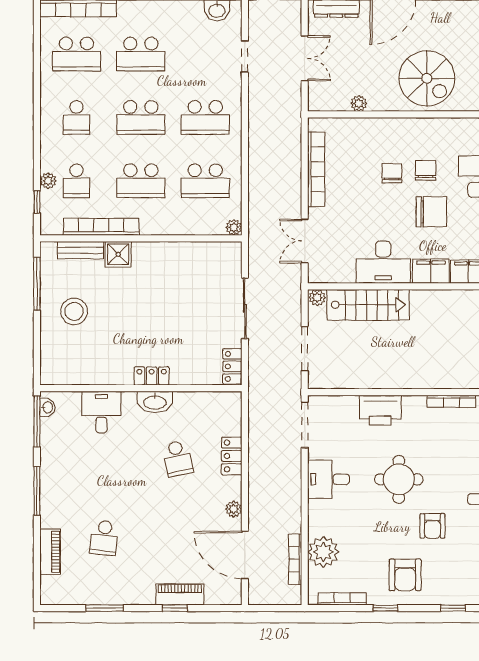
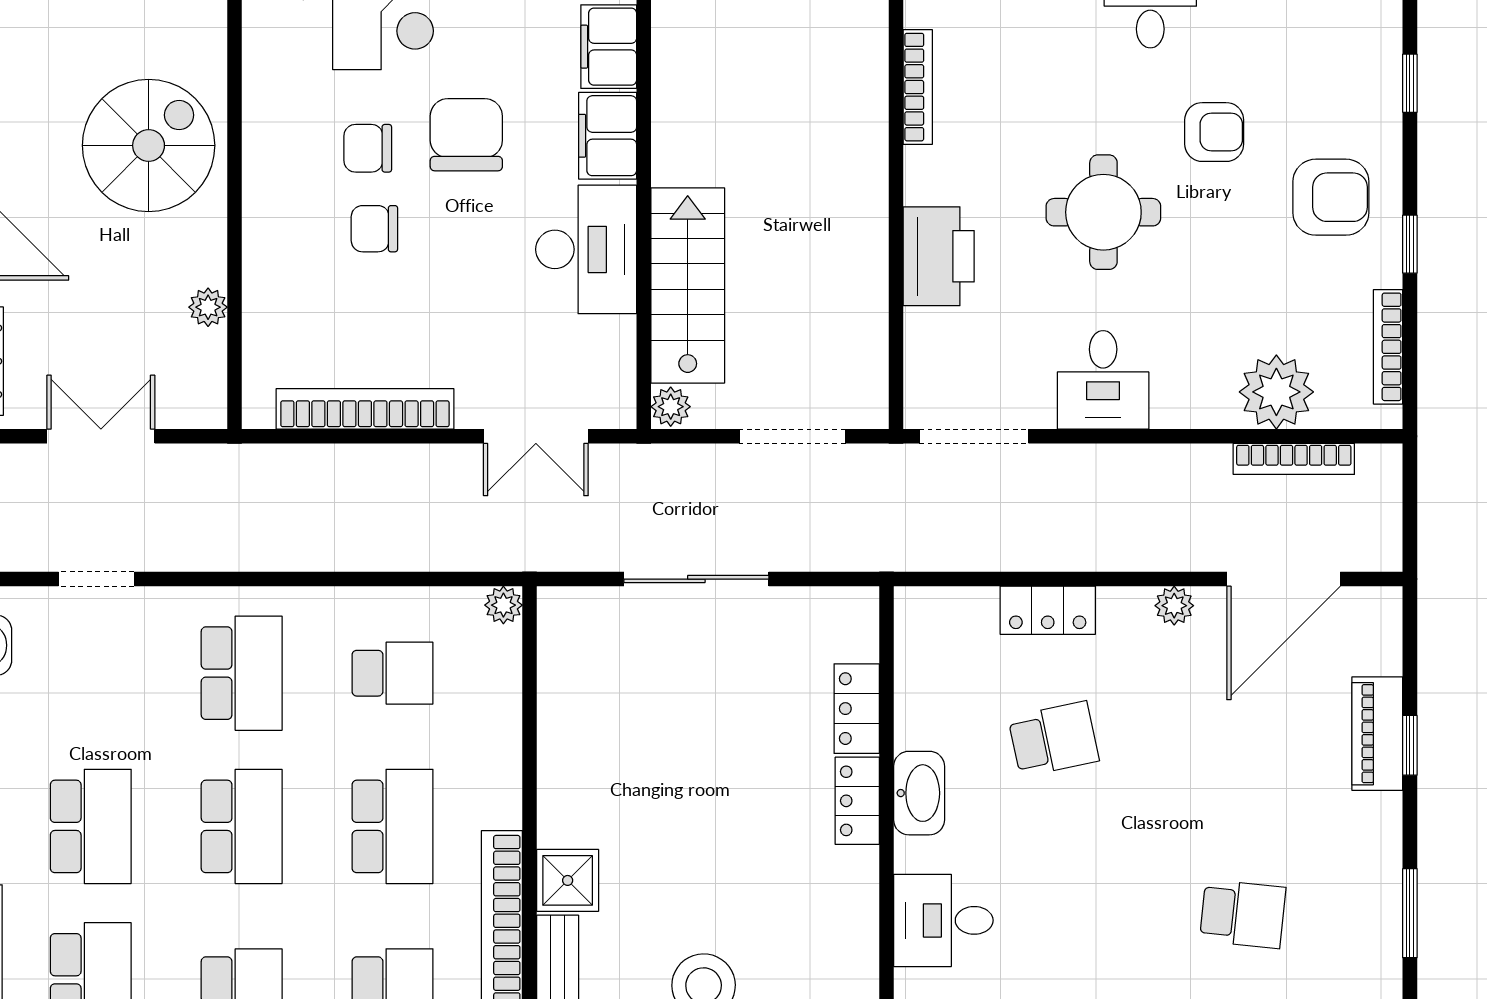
school desk: (205, 181) -> (393, 673), width x0.54
locker: (232, 366) -> (857, 709), moved, turned 90

